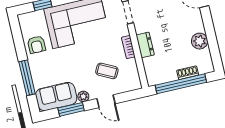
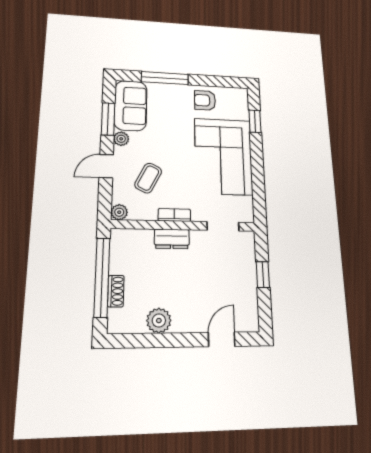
plant: (136, 84) -> (119, 212), added

